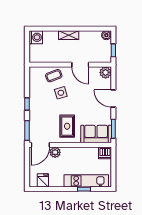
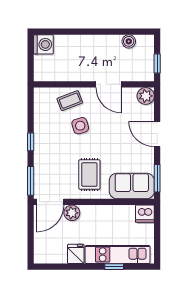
shelving: (69, 35) -> (92, 41), removed
boiler: (106, 35) -> (129, 41), moved
fridge: (43, 180) -> (76, 254), moved

